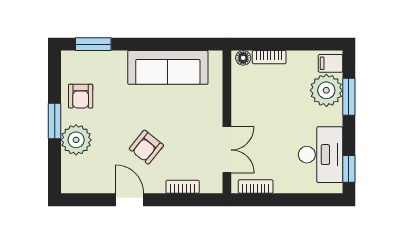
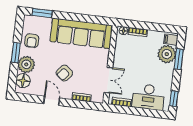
sofa: (168, 67) -> (81, 33), width x1.36, depth x1.27
desk: (320, 155) -> (148, 97), moved, turned 90
floor lamp: (74, 170) -> (23, 81), added

